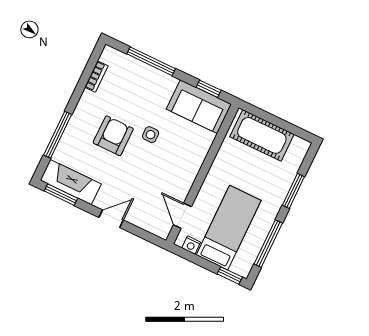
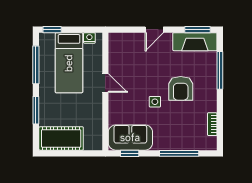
cot: (262, 135) -> (61, 138), moved
door: (182, 216) -> (105, 83), moved

